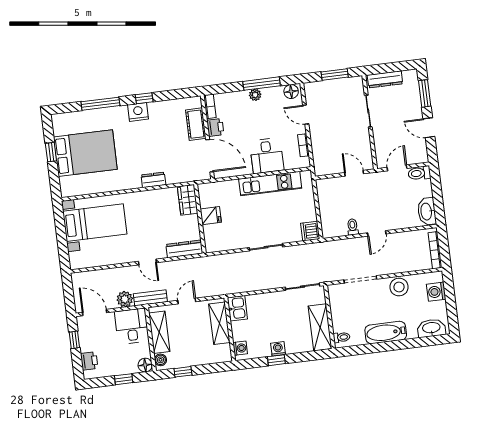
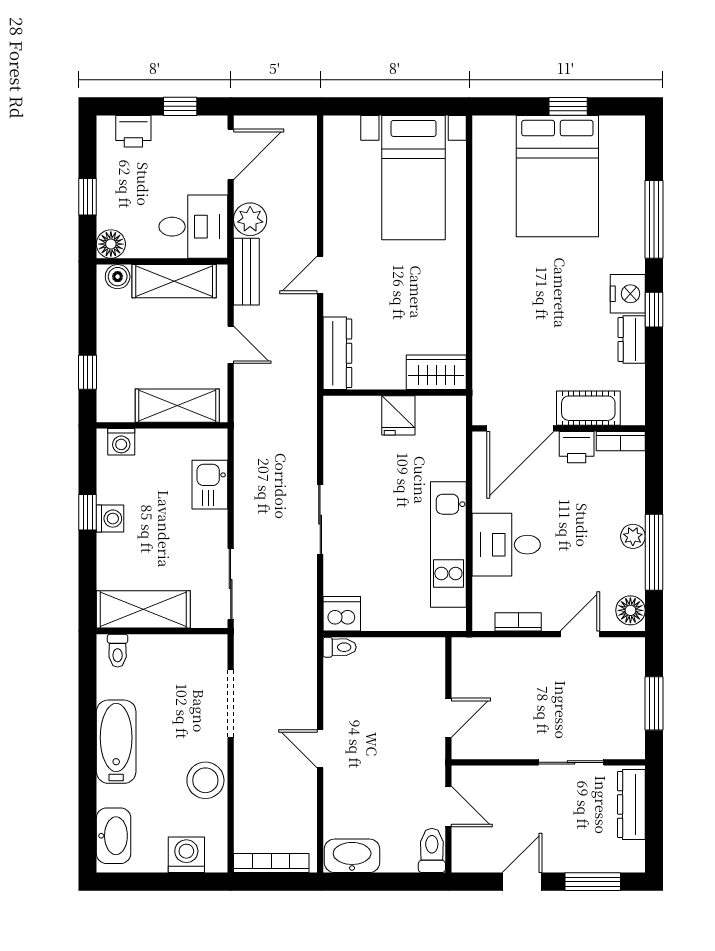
dresser: (153, 180) -> (632, 340), moved, turned 180
toilet: (353, 227) -> (340, 647), moved
kitchen sink: (237, 308) -> (210, 485), moved, turned 90
window: (183, 372) -> (88, 372), moved

